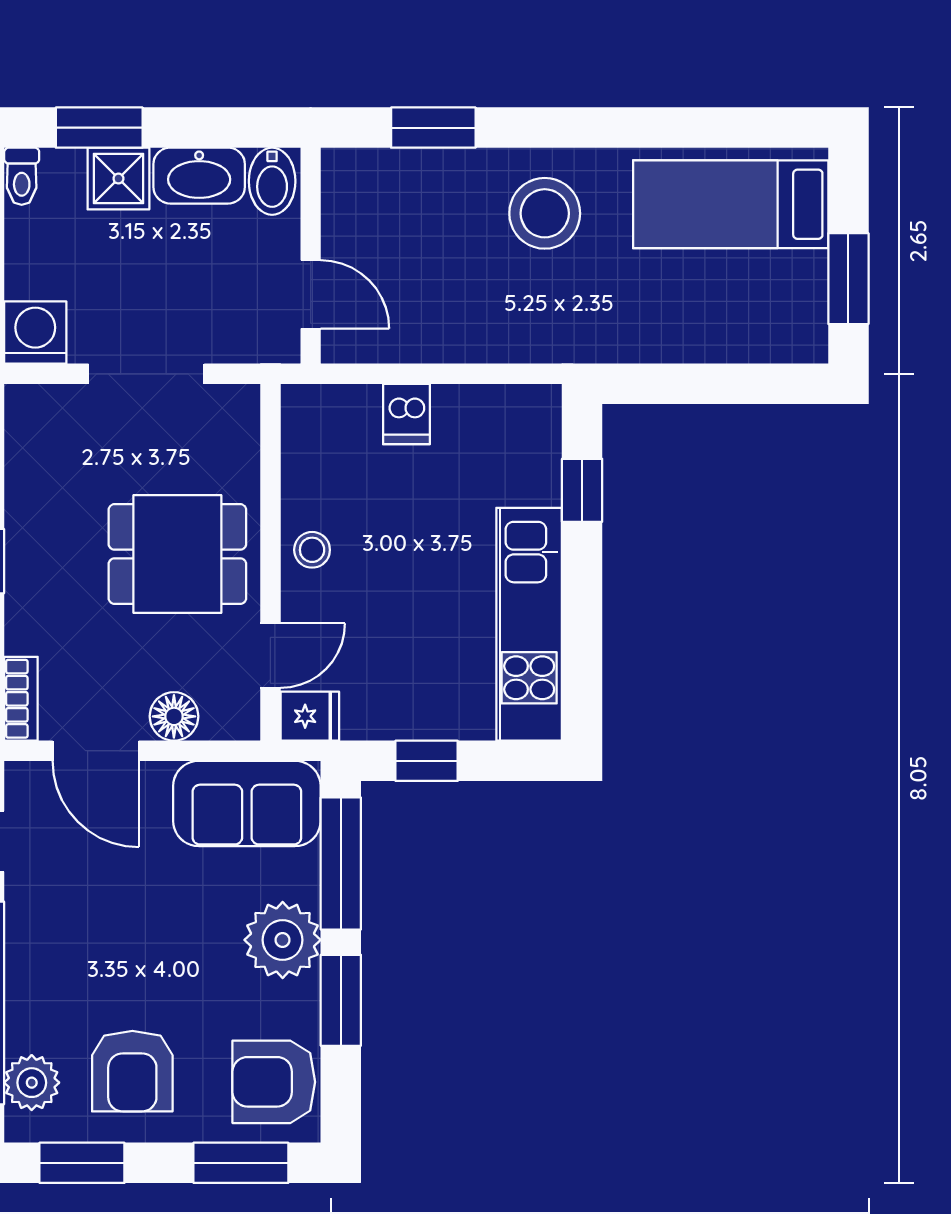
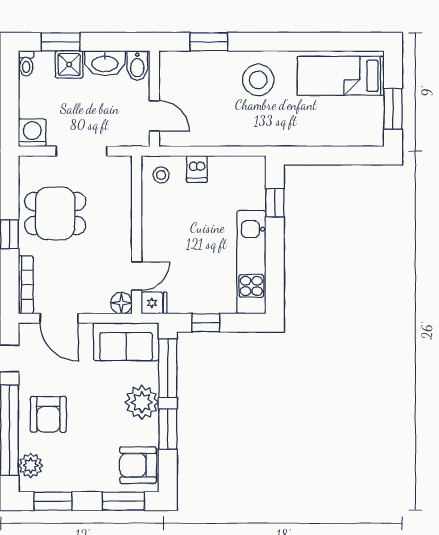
stool: (312, 550) -> (161, 175), moved
dining table: (177, 554) -> (55, 213), moved
bookcase: (21, 699) -> (26, 285), width x1.56
floor lamp: (174, 716) -> (121, 303), moved
armchair: (132, 1071) -> (48, 414), moved

